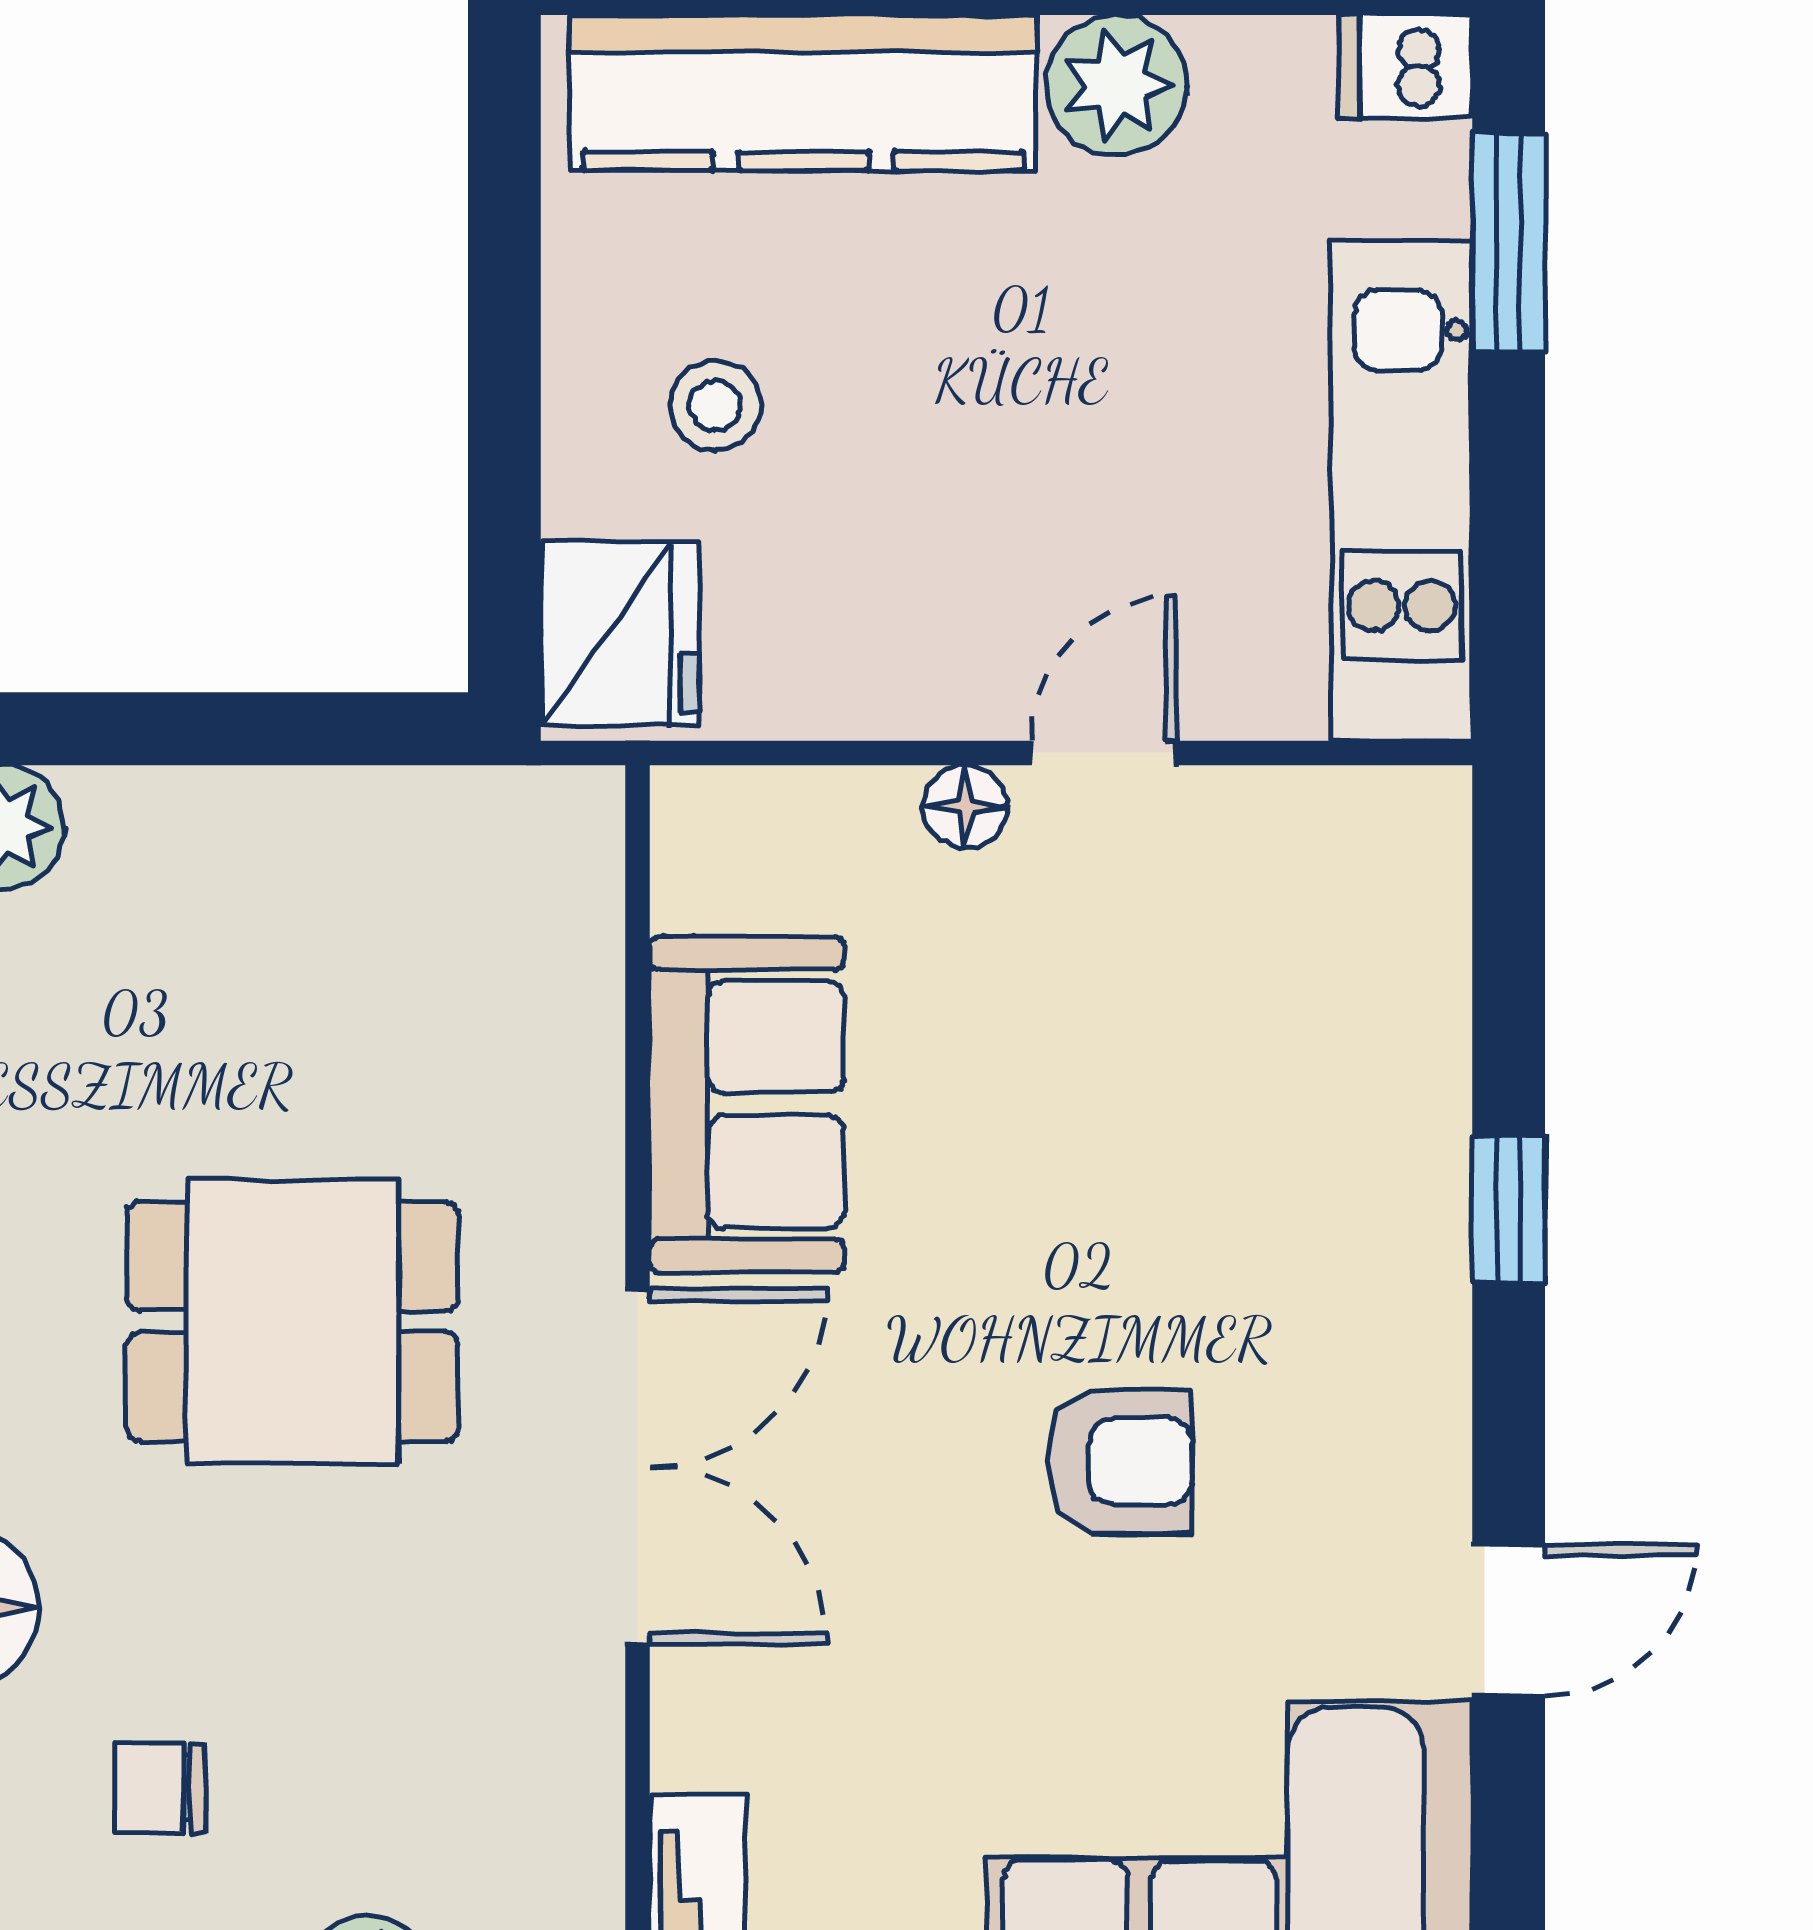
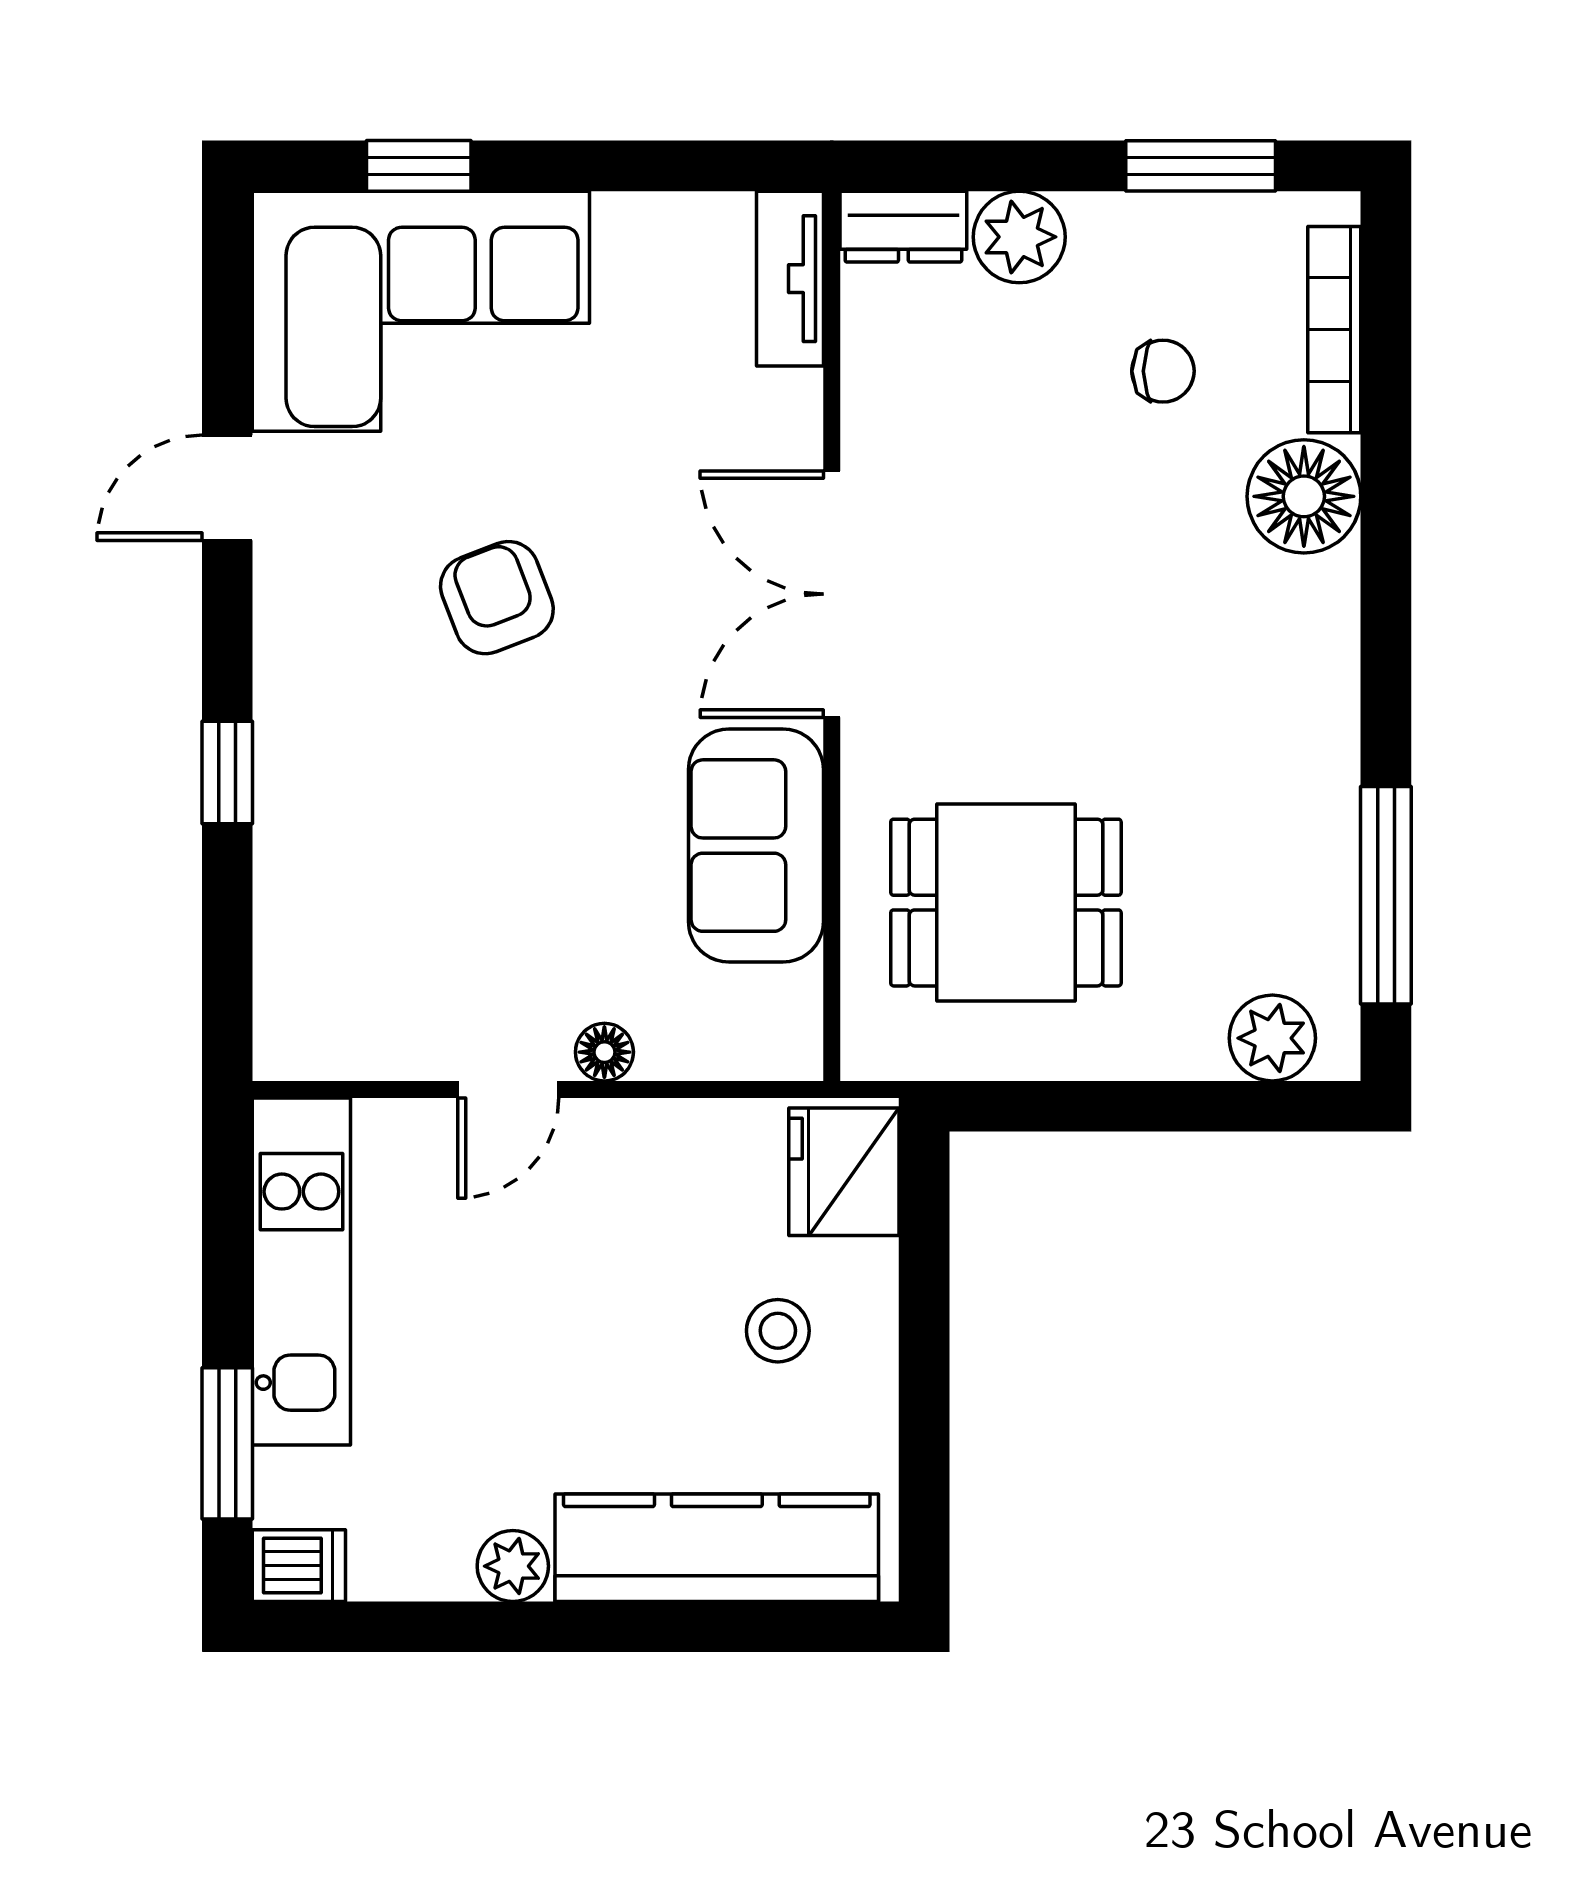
plant: (1116, 85) -> (513, 1566), width x0.73, depth x0.73
dining table: (292, 1321) -> (1006, 903), moved
armchair: (1120, 1462) -> (497, 598), turned 69

